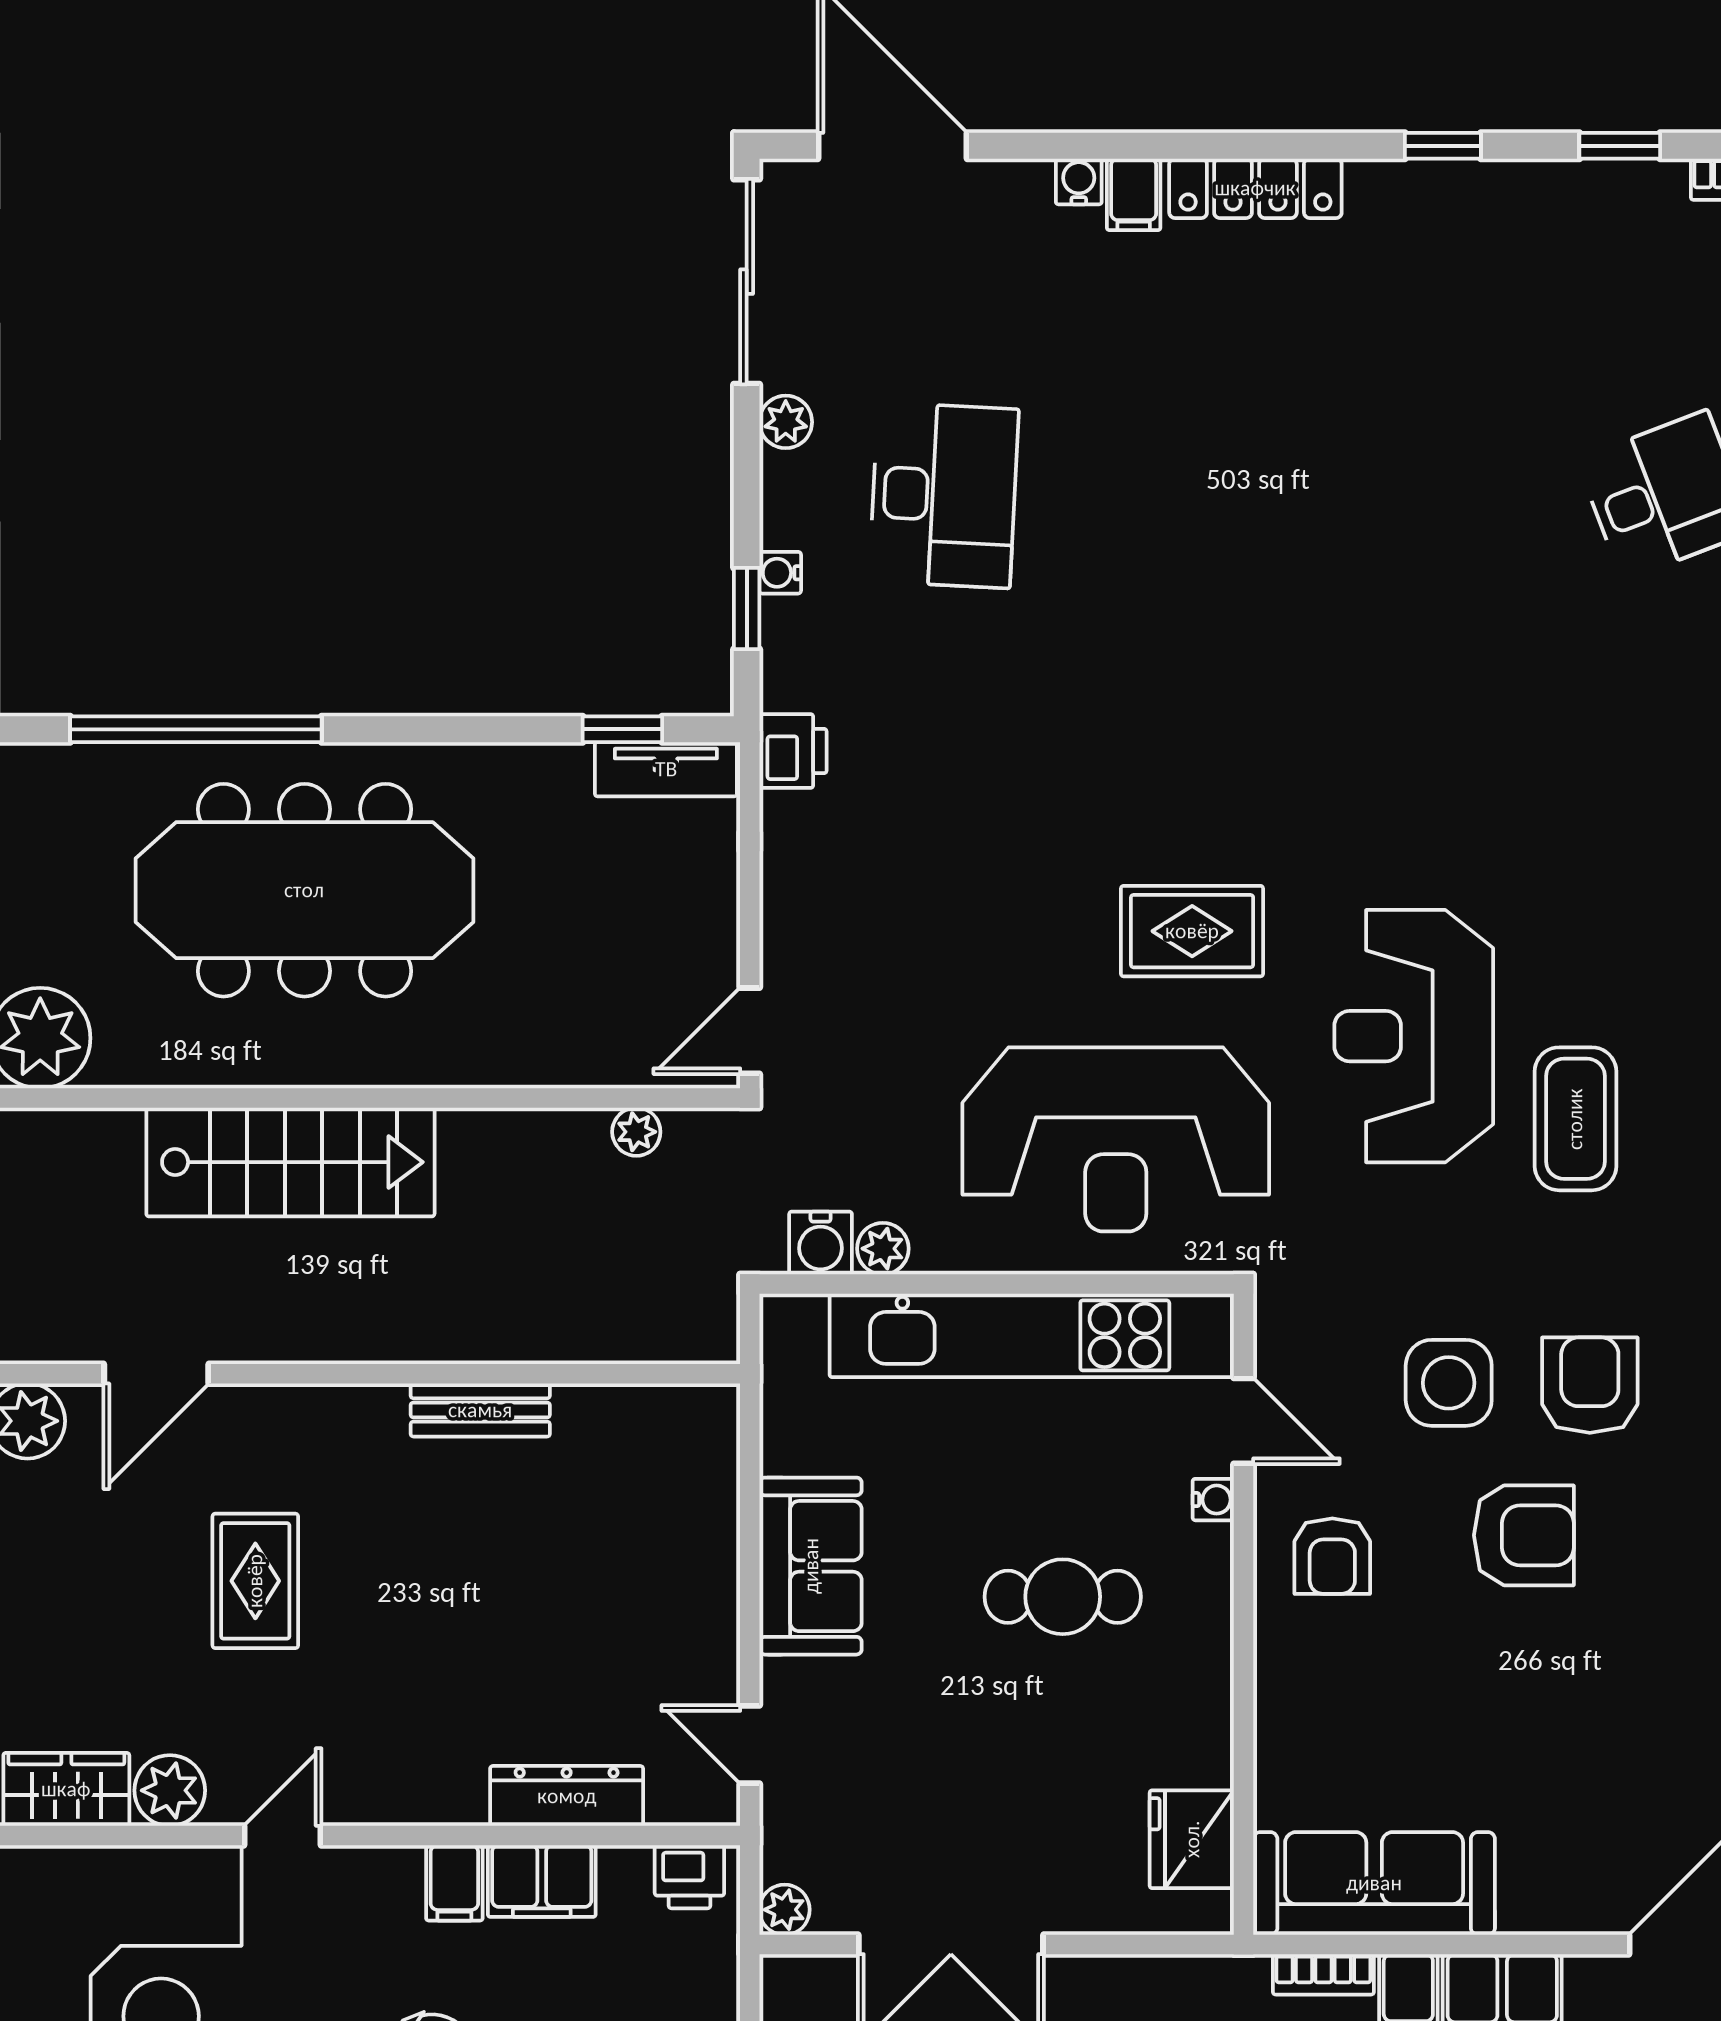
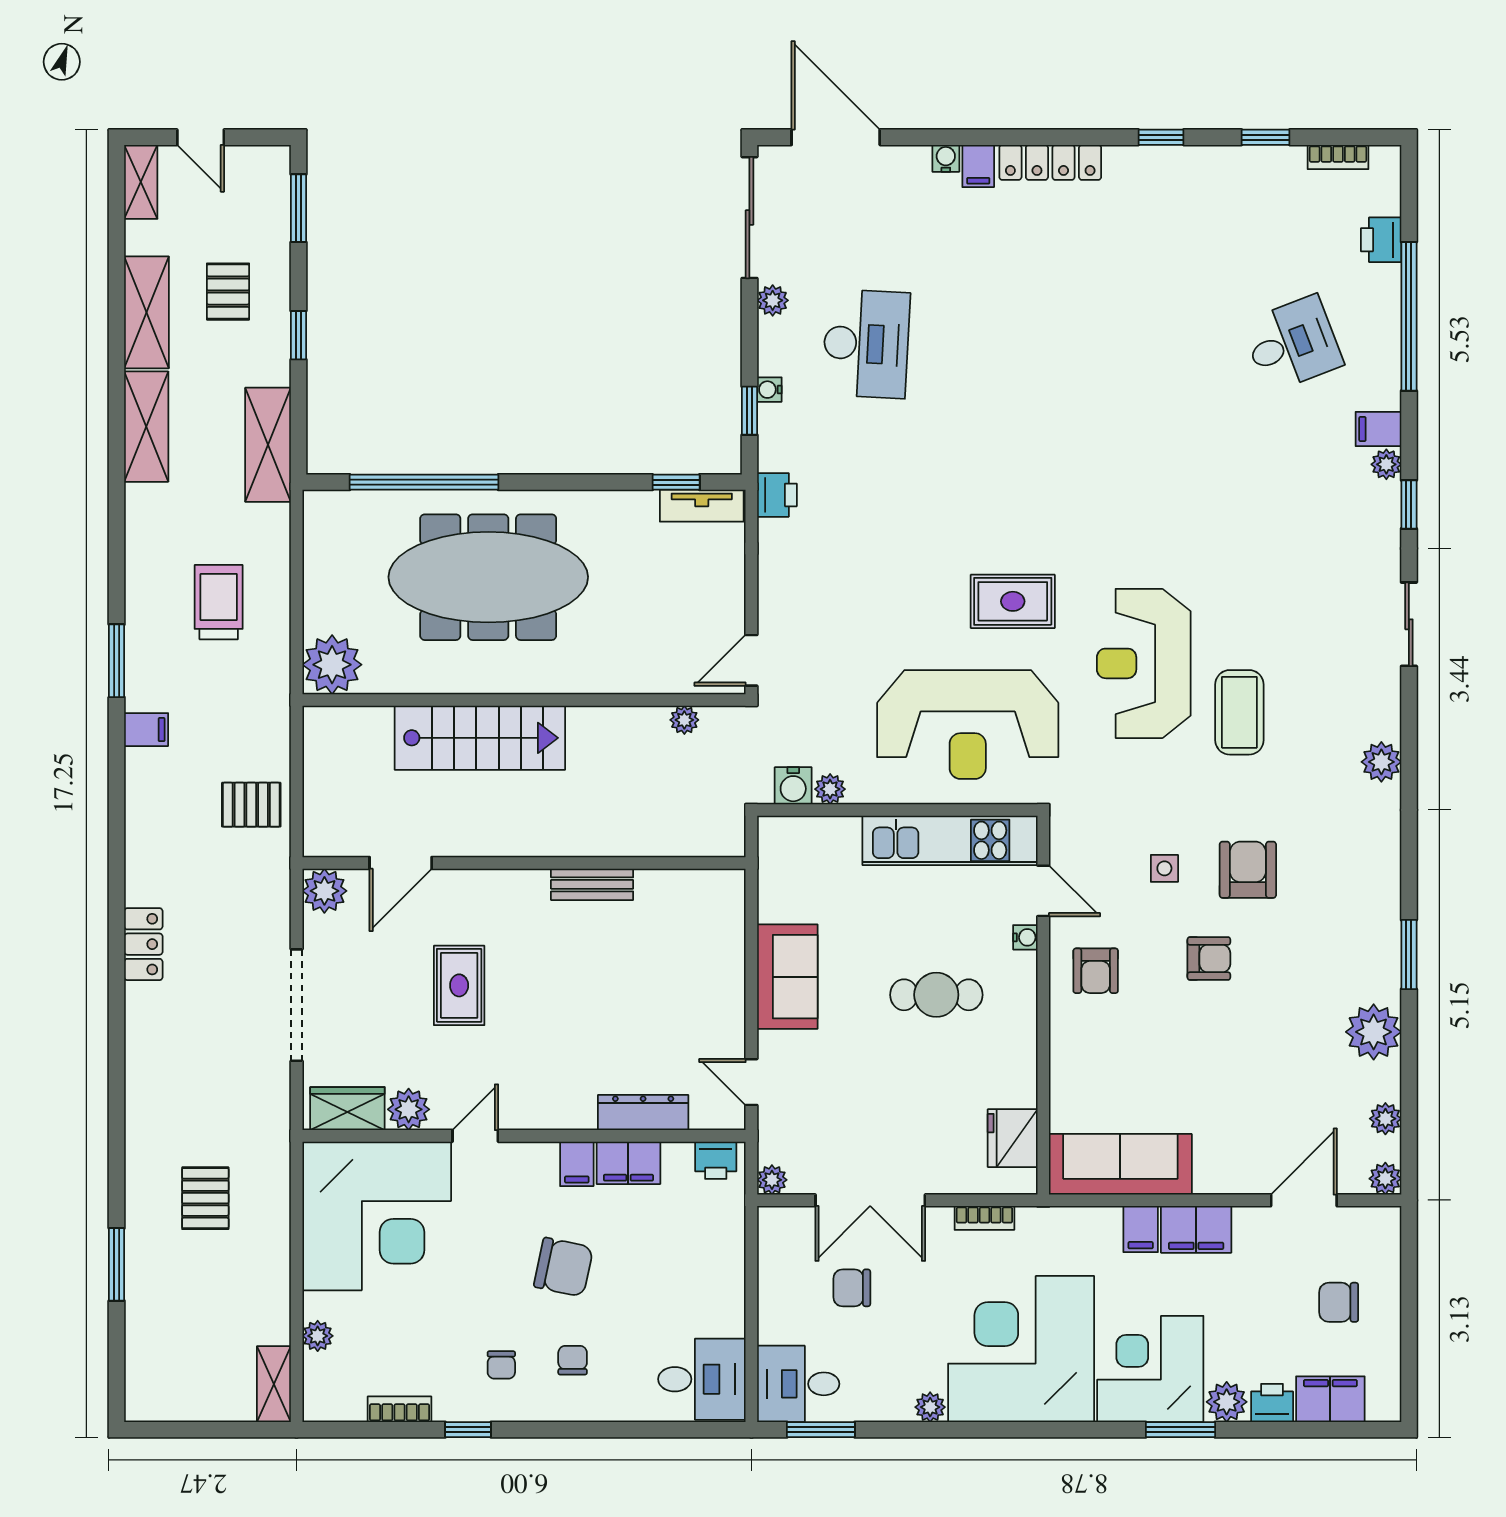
kitchen unit: (1032, 1335) -> (950, 840), width x0.73
side table: (1449, 1383) -> (1164, 868), width x0.54, depth x0.54
armchair: (1524, 1535) -> (1209, 959), width x0.72, depth x0.72
bookcase: (1323, 1974) -> (984, 1218), moved

